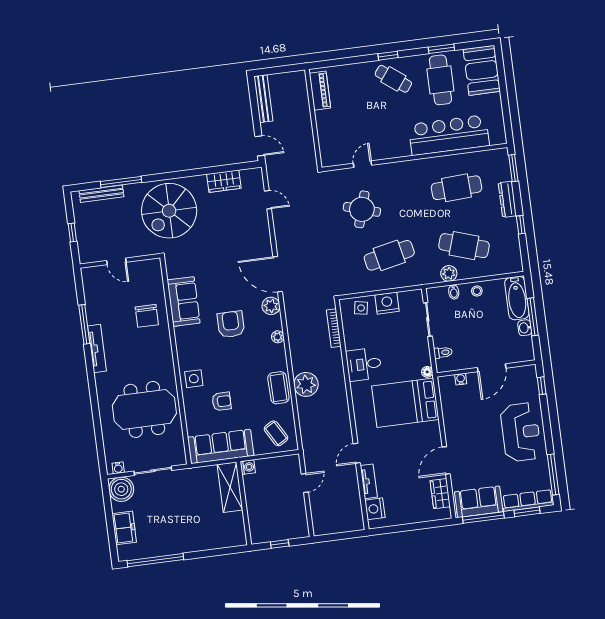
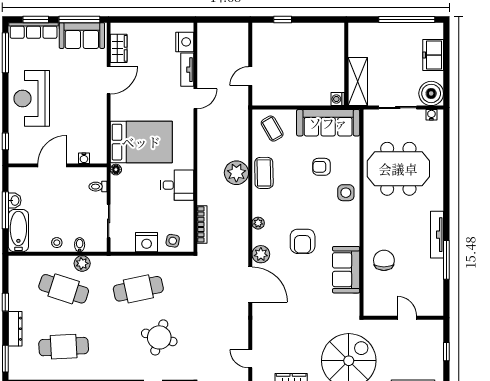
washing machine: (248, 467) -> (338, 99), moved
shelving: (230, 487) -> (358, 82), moved
wall: (244, 503) -> (346, 64), moved

